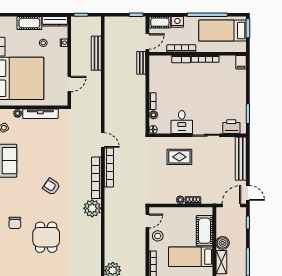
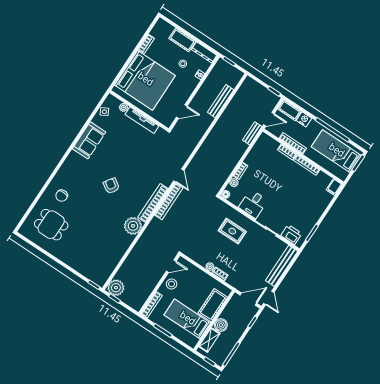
dining table: (46, 237) -> (51, 225), moved, turned 90

